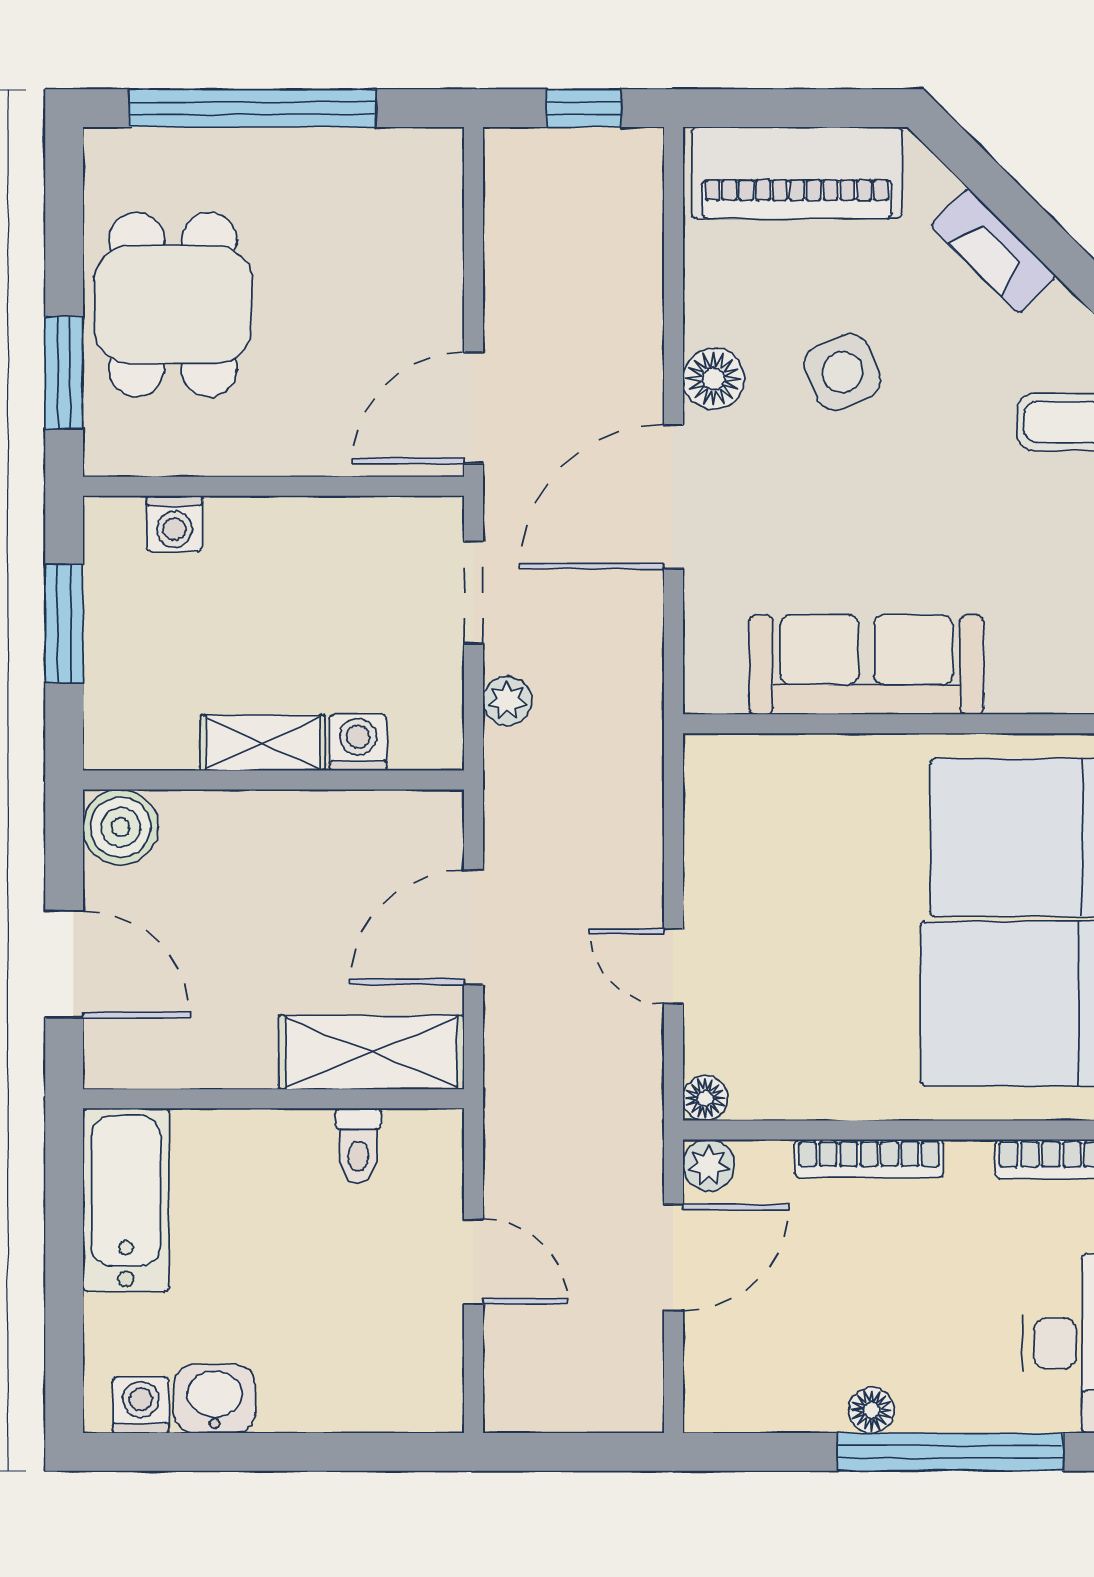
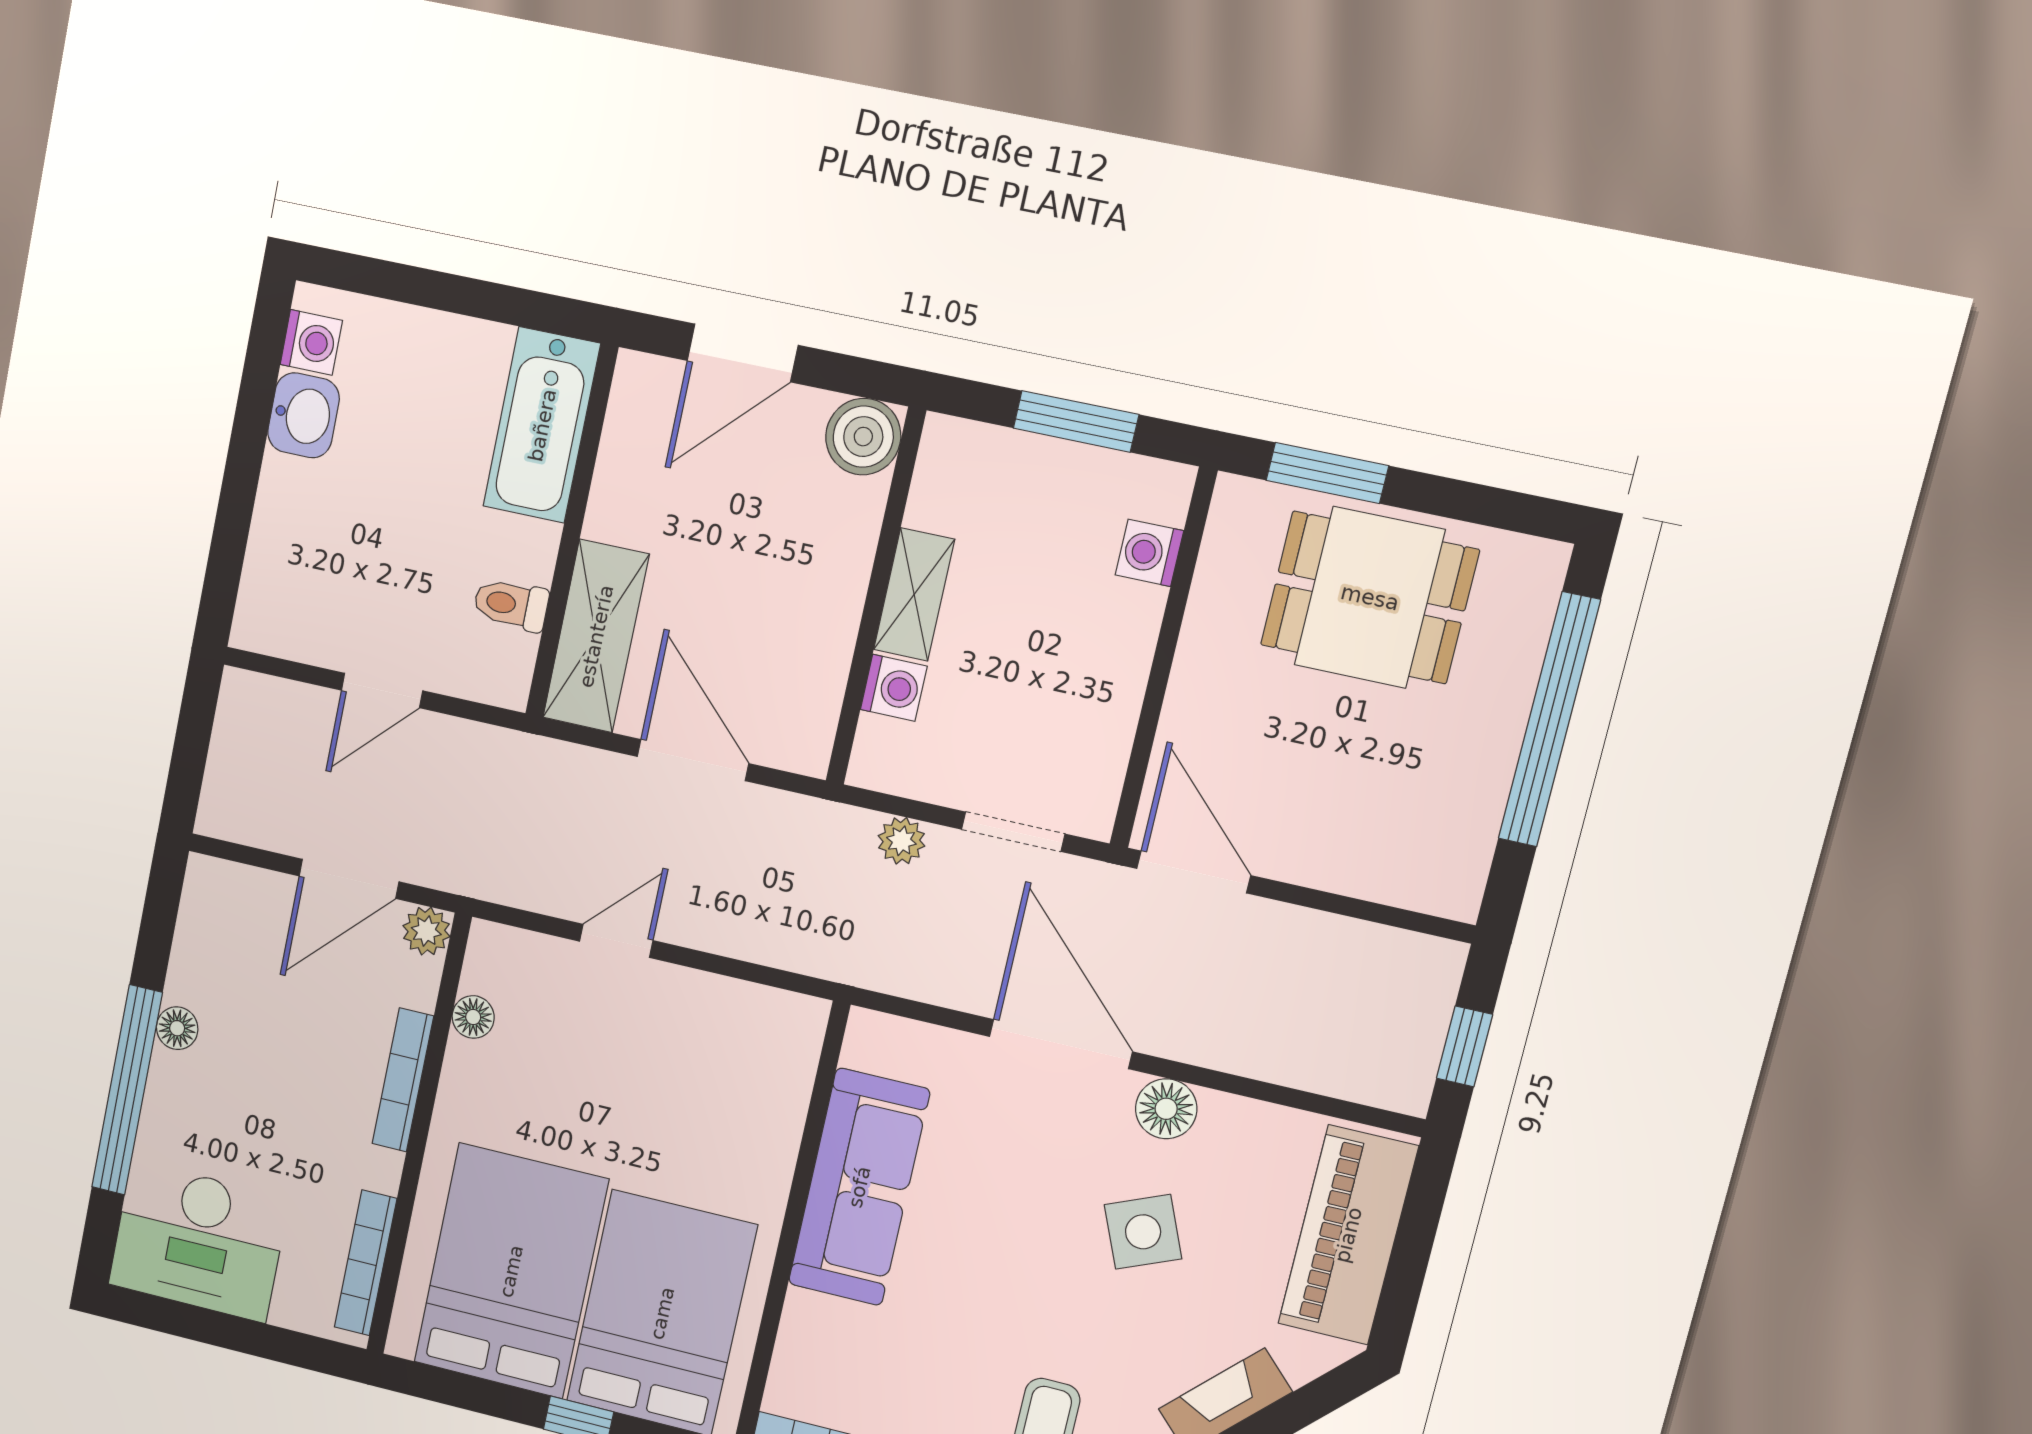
floor lamp: (705, 1098) -> (473, 1017), moved
bathtub: (126, 1200) -> (542, 425), moved, turned 90
door: (673, 1258) -> (349, 879), hinge flipped

